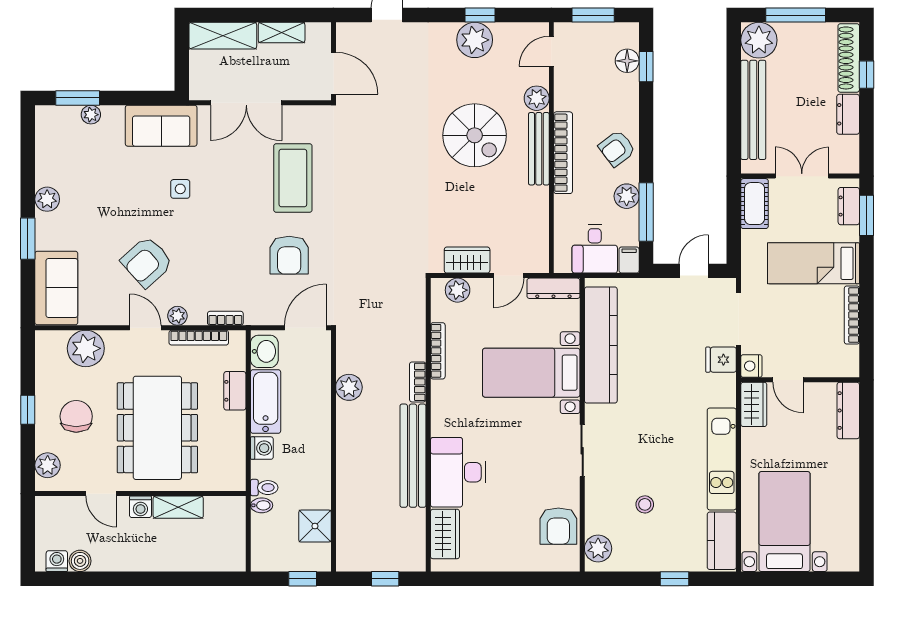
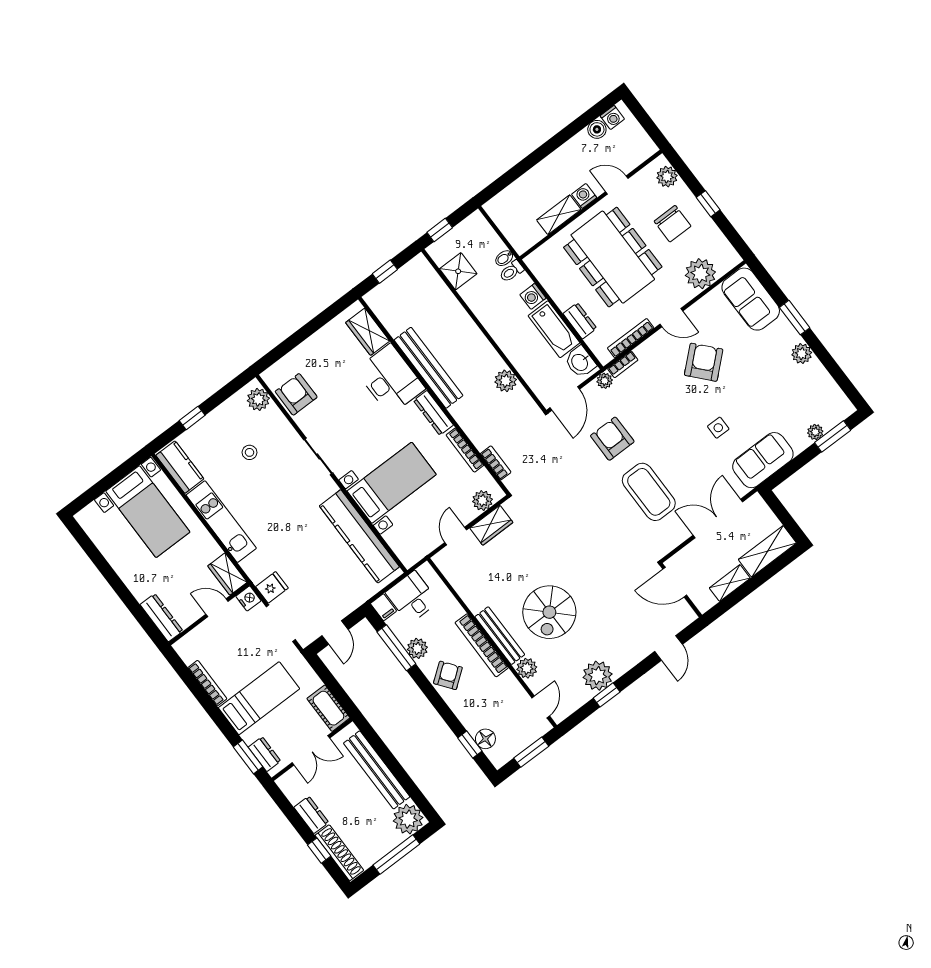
spiral stairs: (475, 135) -> (549, 612), turned -90
dresser: (553, 288) -> (433, 413), moved, turned -90
plant: (177, 316) -> (605, 381), moved
bookcase: (418, 382) -> (496, 463), moved

